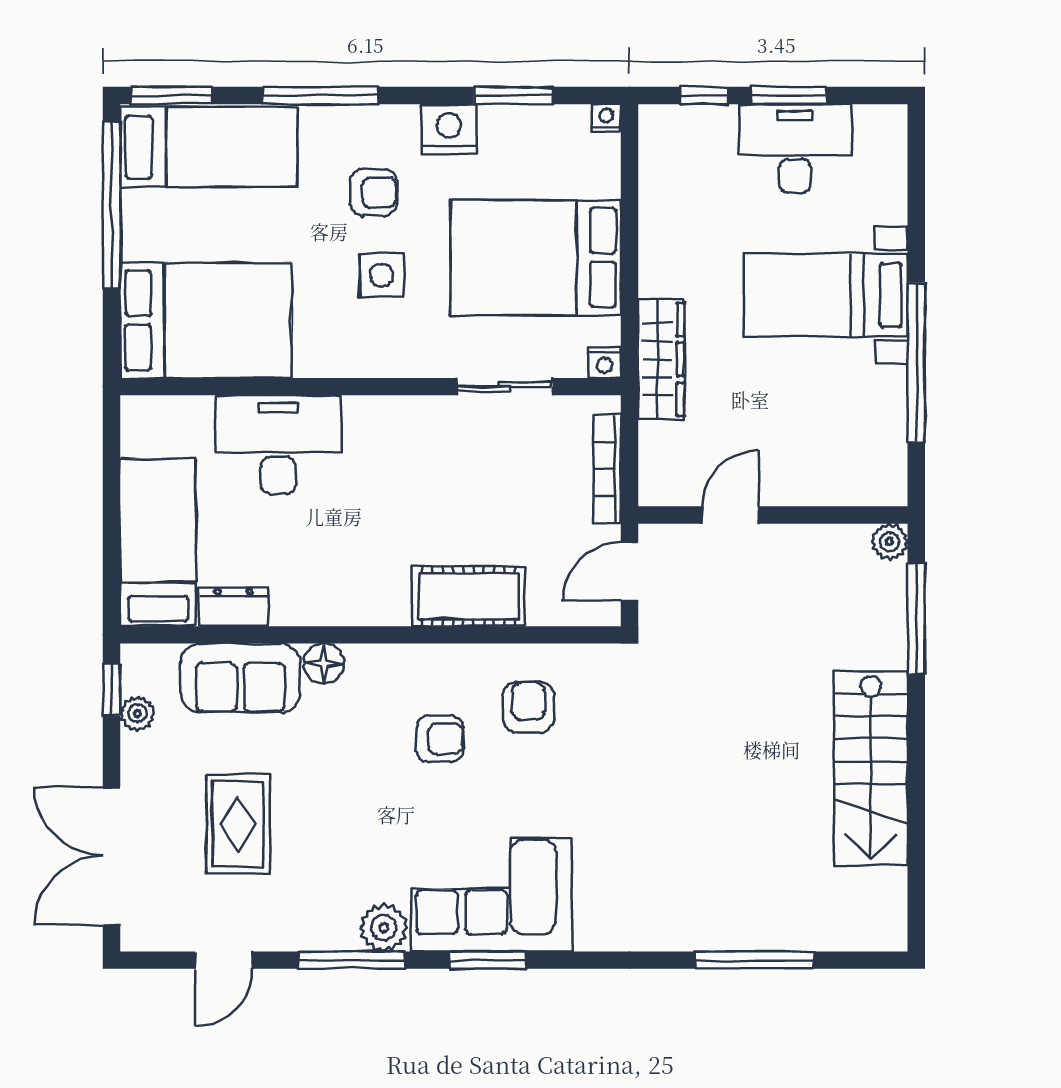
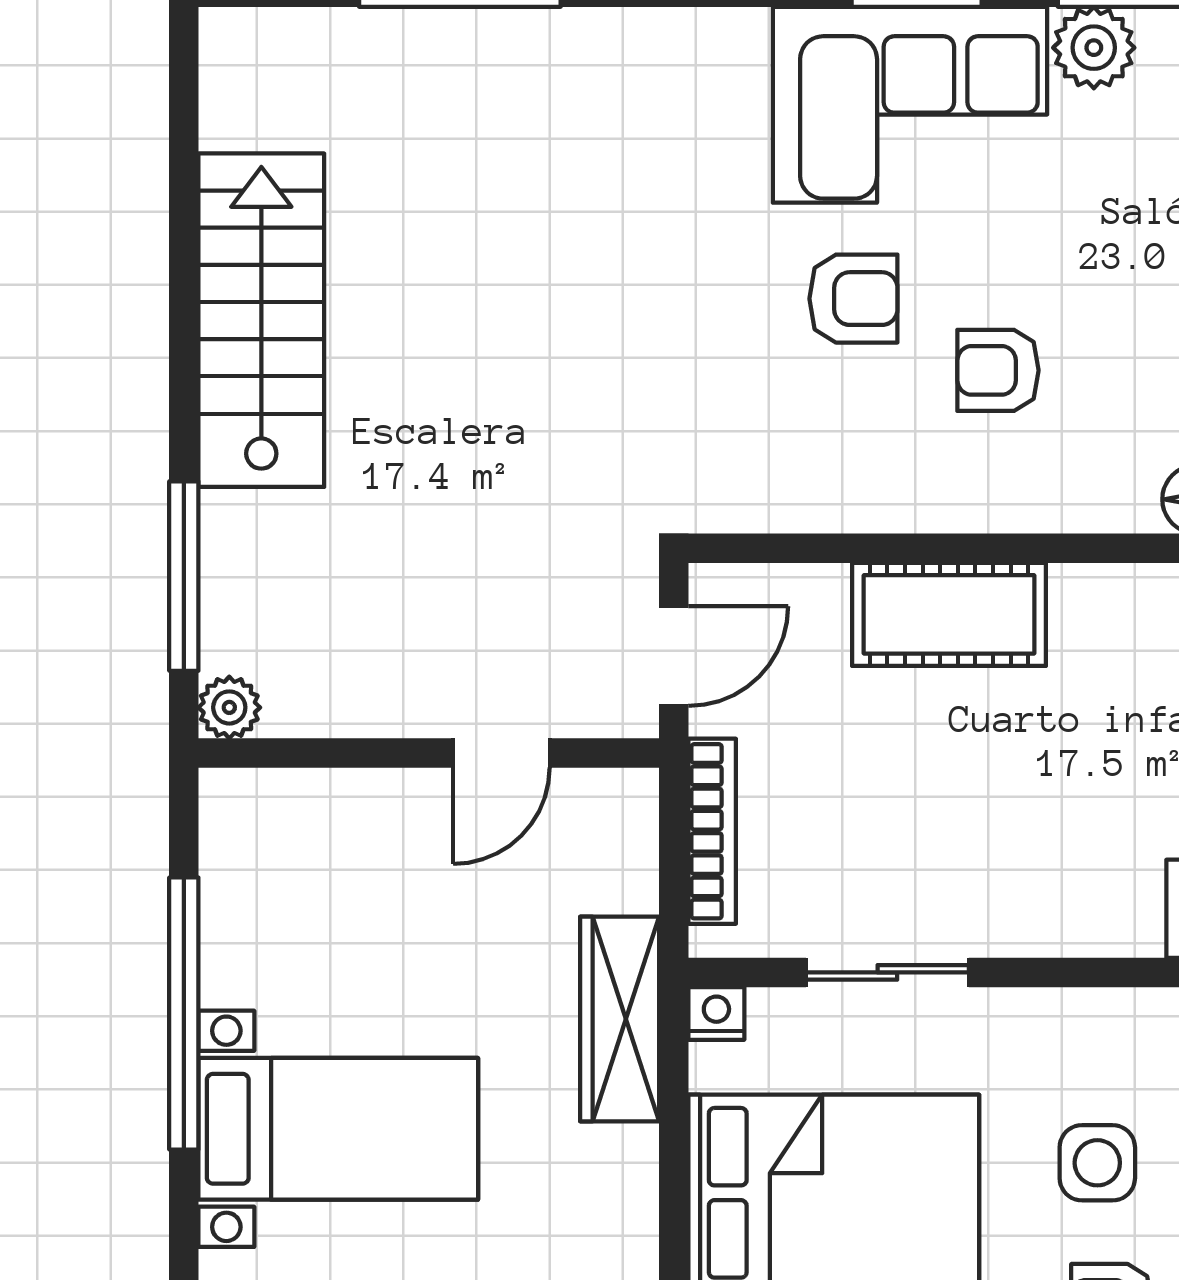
armchair: (528, 707) -> (853, 299), moved, turned -90

